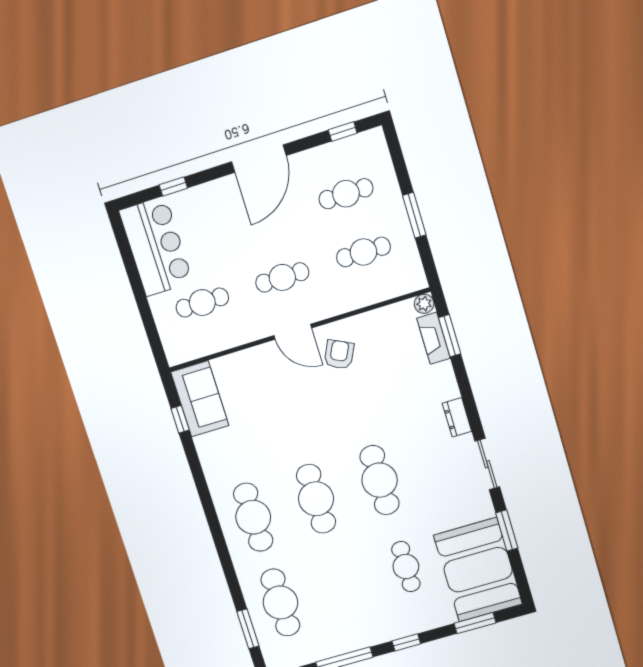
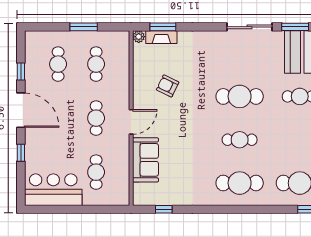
window: (343, 132) -> (21, 71), moved
window: (173, 186) -> (21, 153), moved
armchair: (339, 354) -> (168, 86), moved
sofa: (200, 399) -> (145, 160), moved, turned 90
dresser: (457, 417) -> (215, 37), removed
sliding door: (487, 464) -> (249, 27), width x1.37
cafe table: (316, 499) -> (240, 140), width x0.73, depth x0.74

